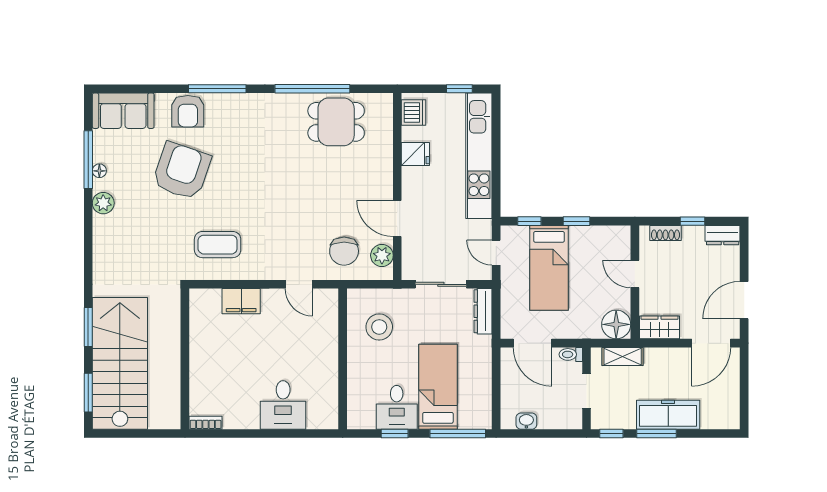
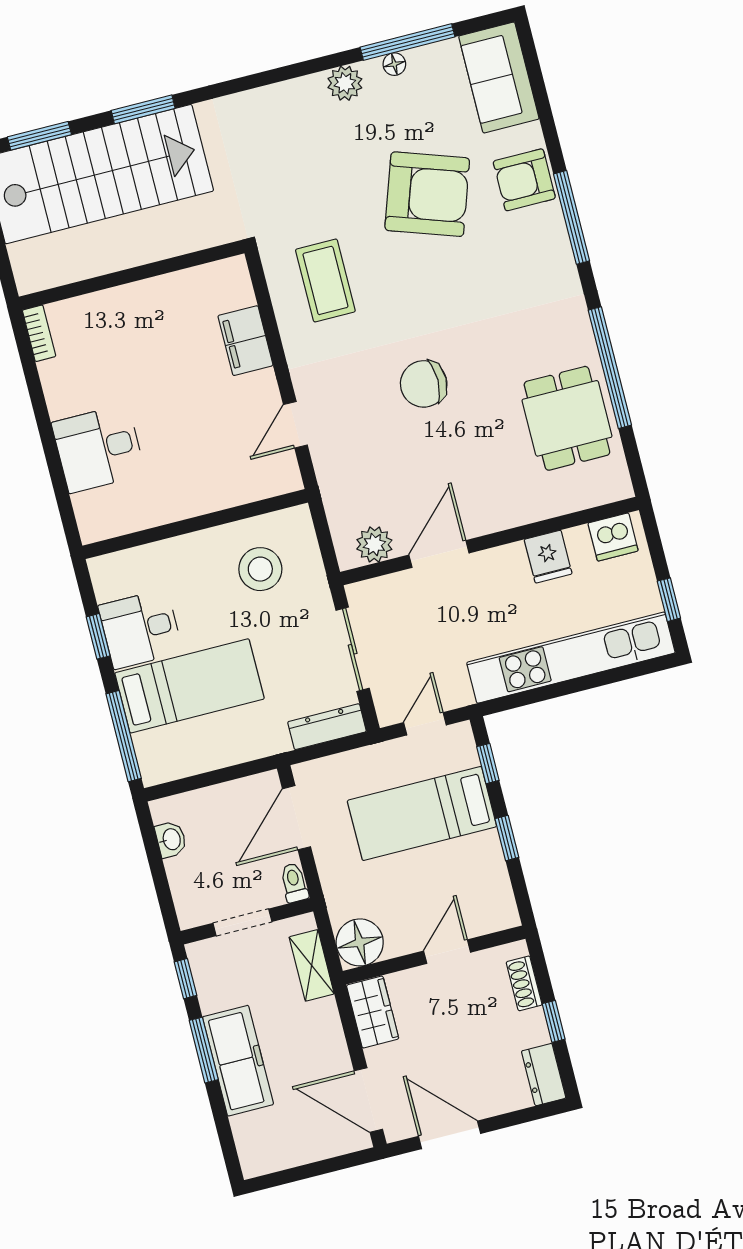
chair: (344, 251) -> (424, 384), moved

